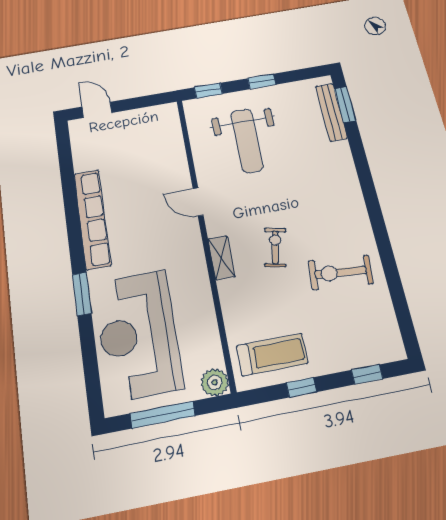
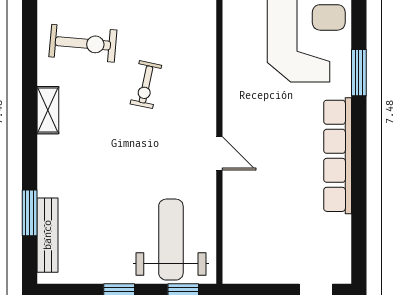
window: (345, 105) -> (30, 213), moved
weight bench: (247, 140) -> (171, 240), moved
shelving: (221, 258) -> (48, 110), moved

